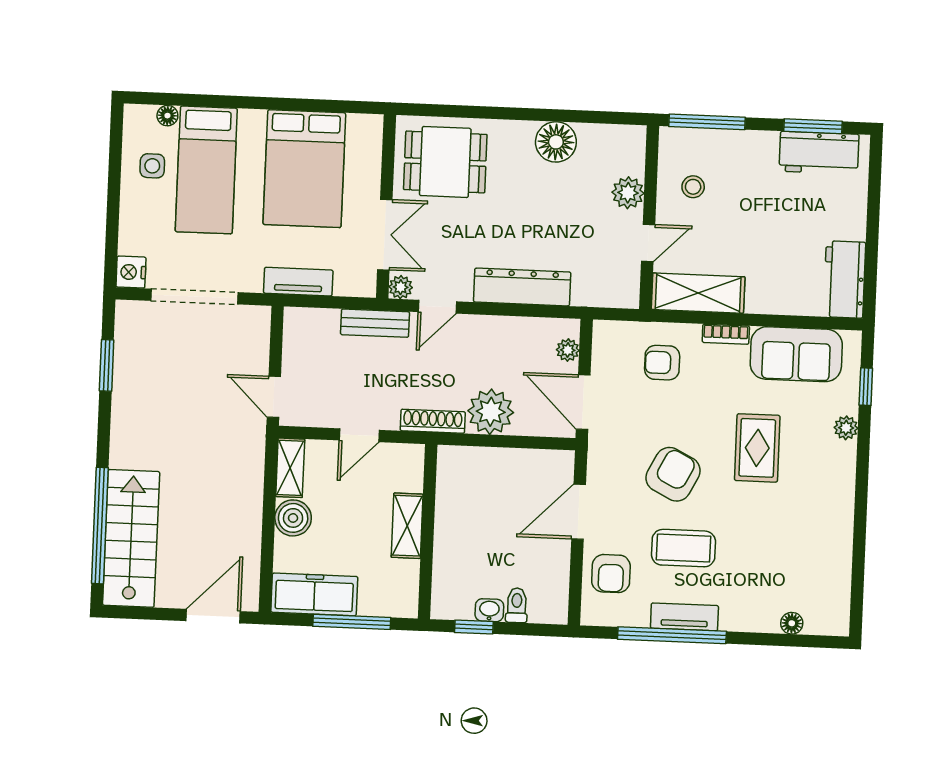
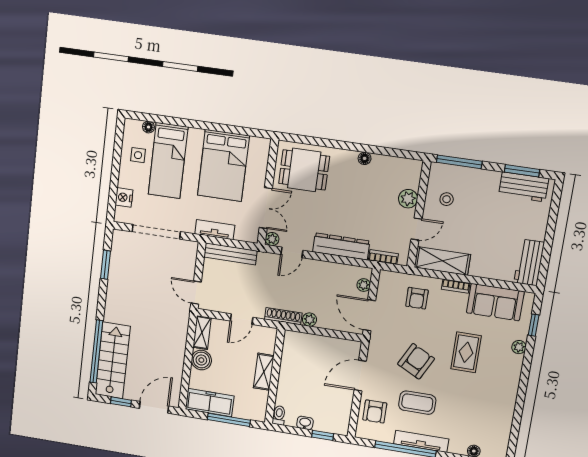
floor lamp: (556, 142) -> (365, 158), width x0.53, depth x0.53
nightstand: (131, 272) -> (124, 197), moved
bookcase: (597, 297) -> (383, 257), added
bench: (375, 323) -> (230, 254), moved, width x1.36
armchair: (662, 363) -> (417, 298), turned -90
plant: (491, 412) -> (309, 320), width x0.53, depth x0.53
toilet: (517, 605) -> (279, 415), moved
window: (151, 613) -> (121, 402), added
tv unit: (684, 617) -> (421, 441), width x1.41
window: (474, 627) -> (323, 435), moved

